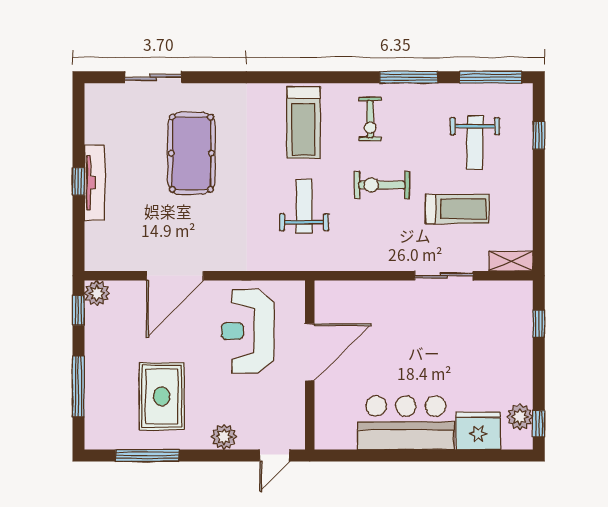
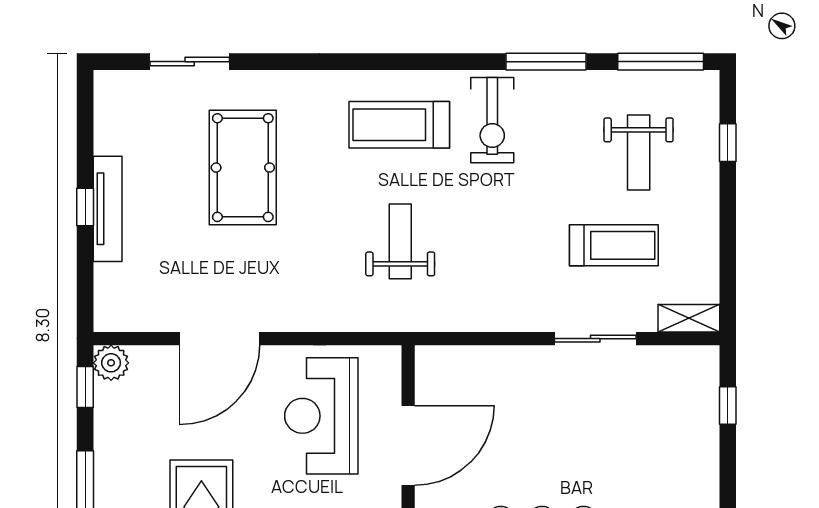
exercise bike: (370, 119) -> (492, 120), width x1.38, depth x1.39
treadmill: (303, 123) -> (399, 125), turned 90
exercise bike: (382, 185) -> (509, 212), removed

